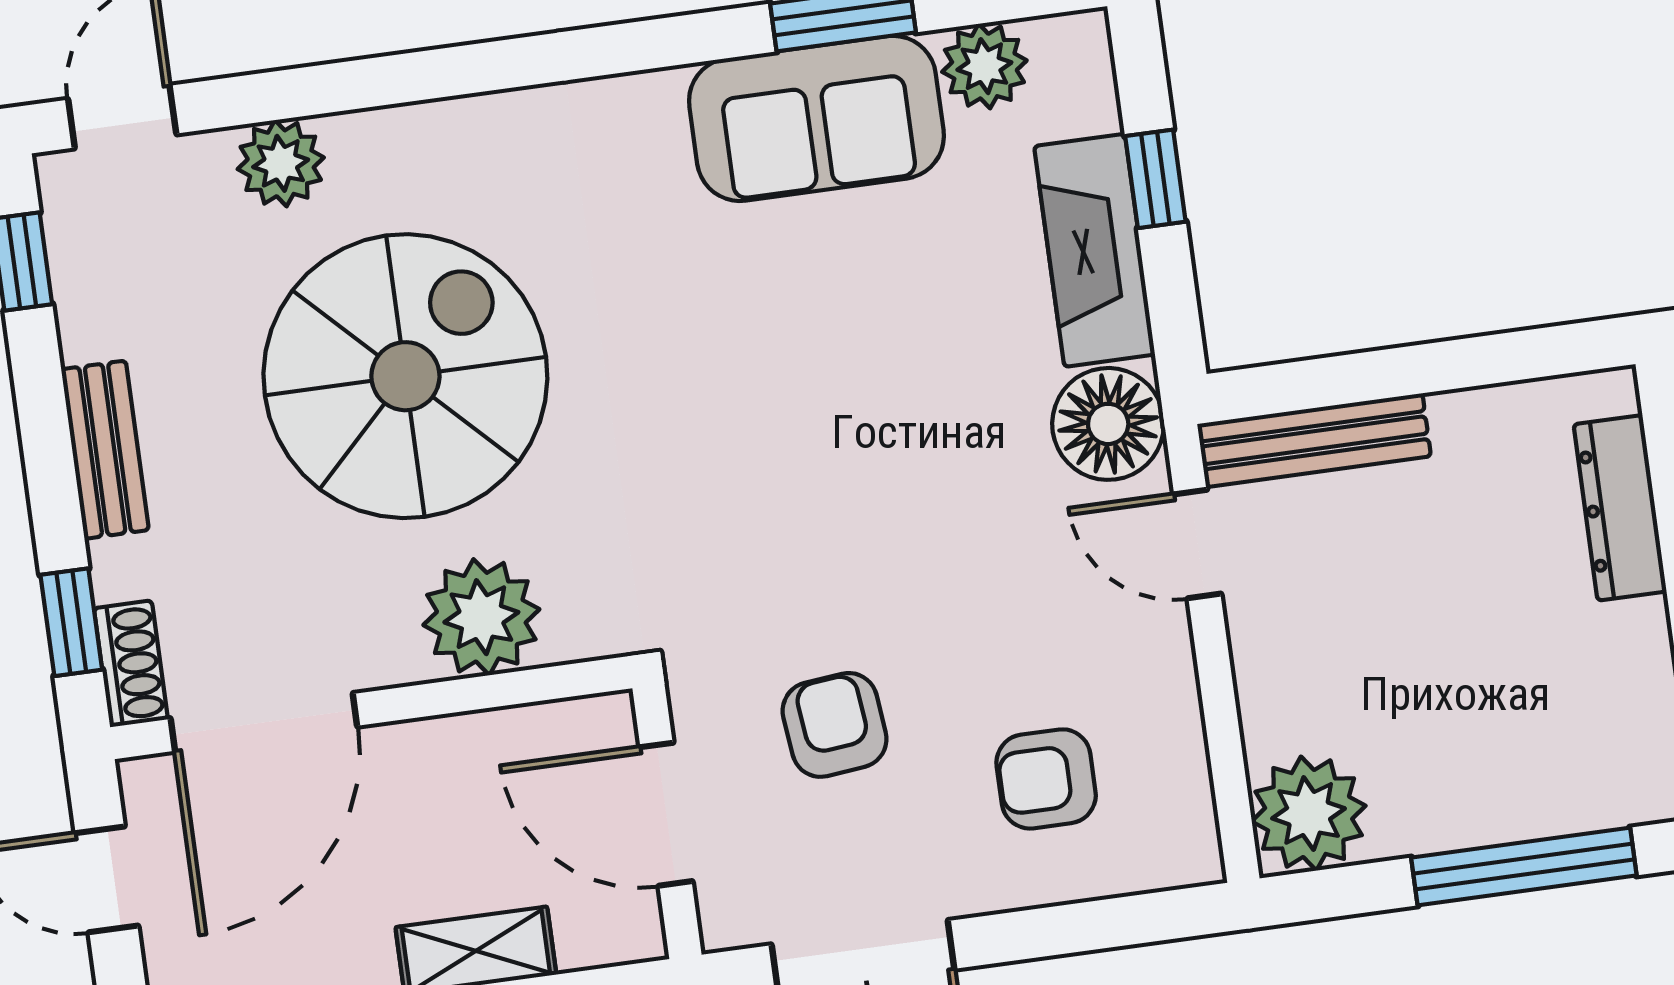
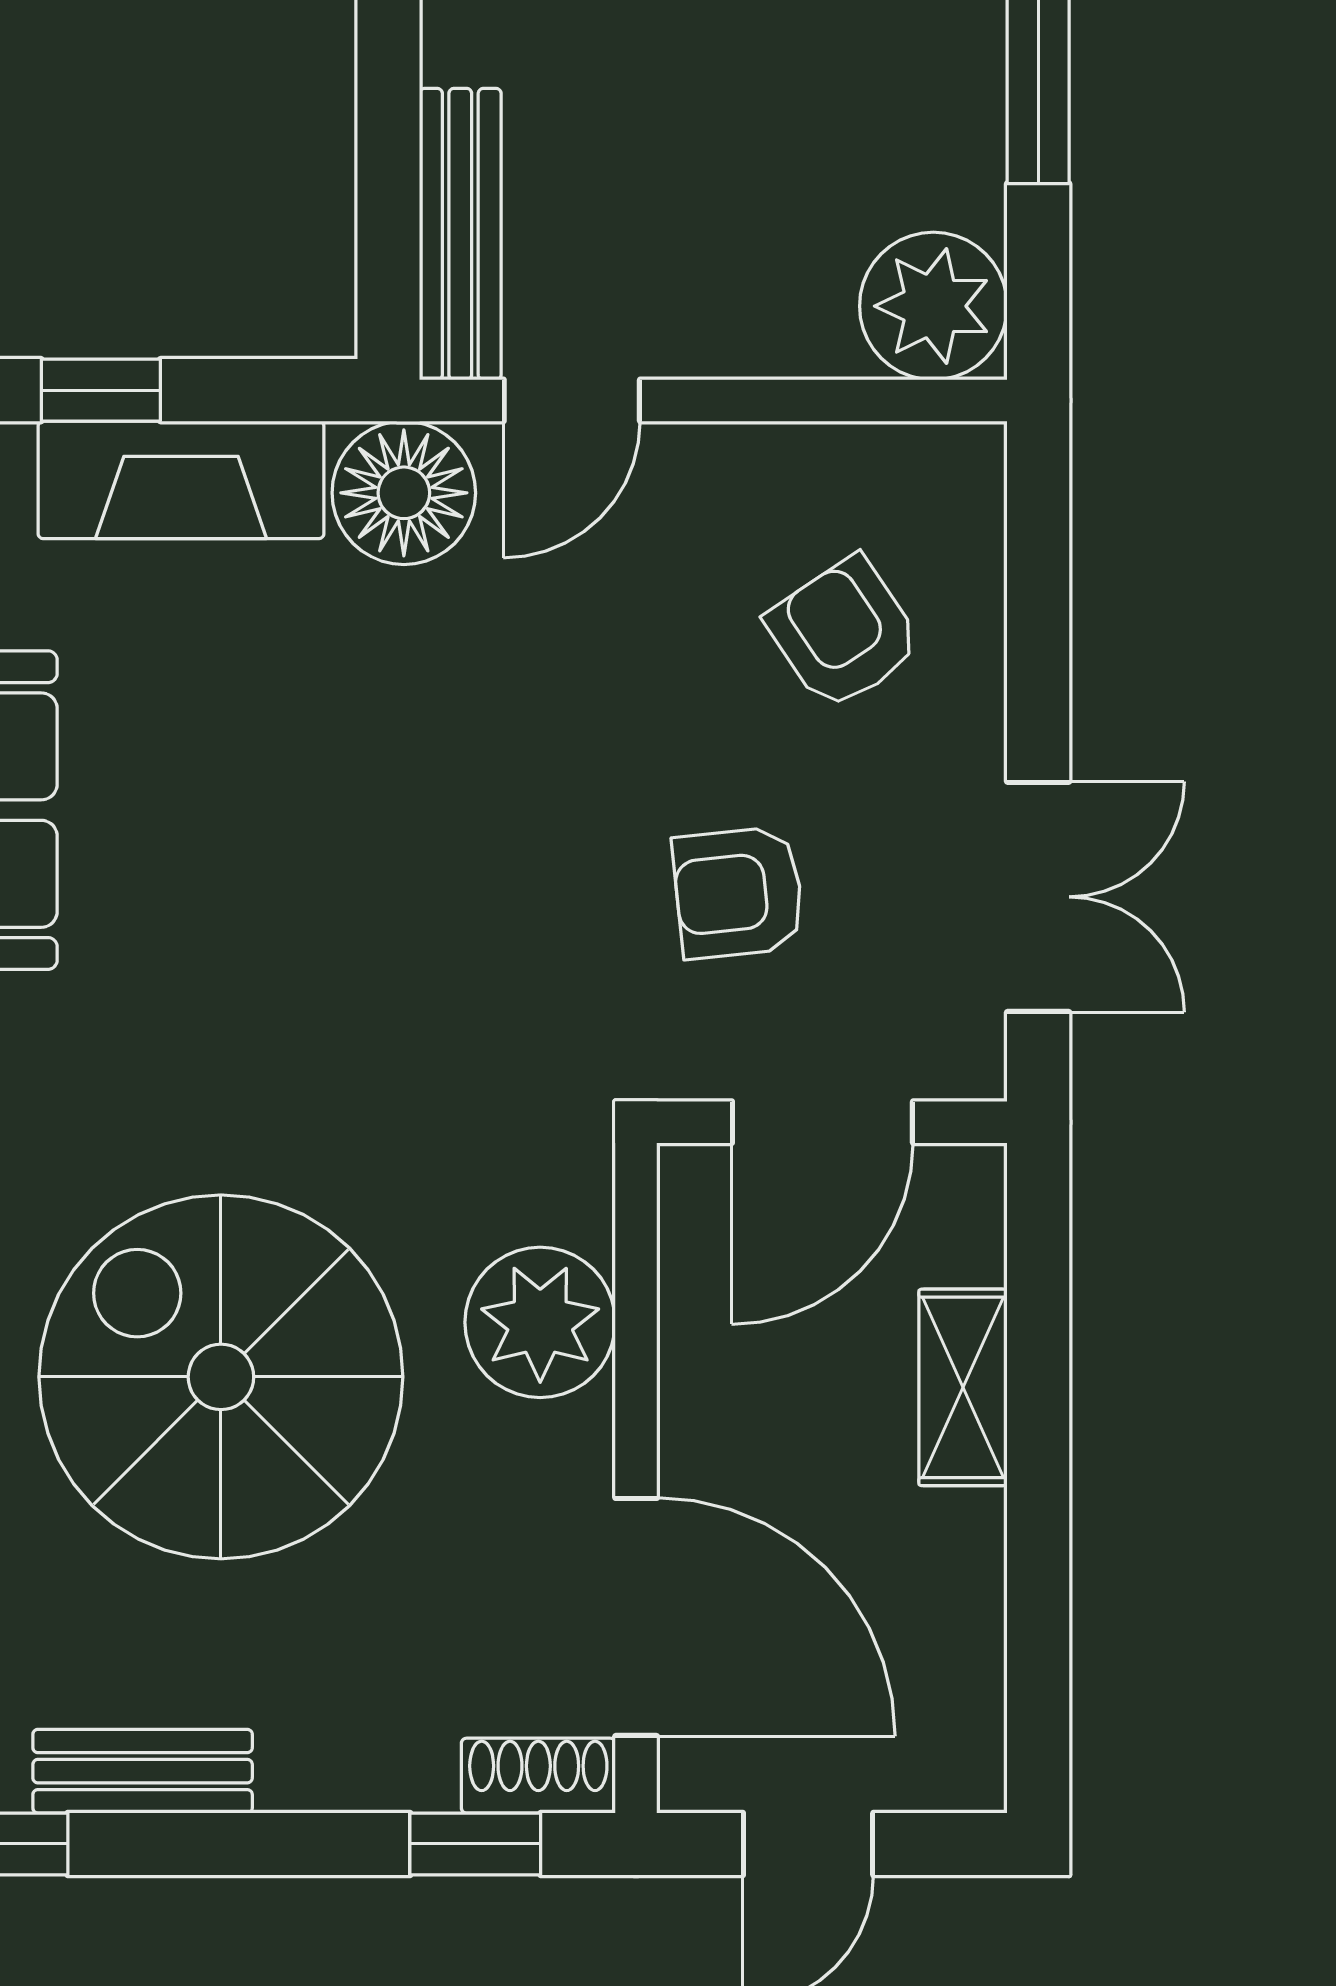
bench: (105, 450) -> (143, 1771), moved
armchair: (1046, 779) -> (844, 633), turned 146

